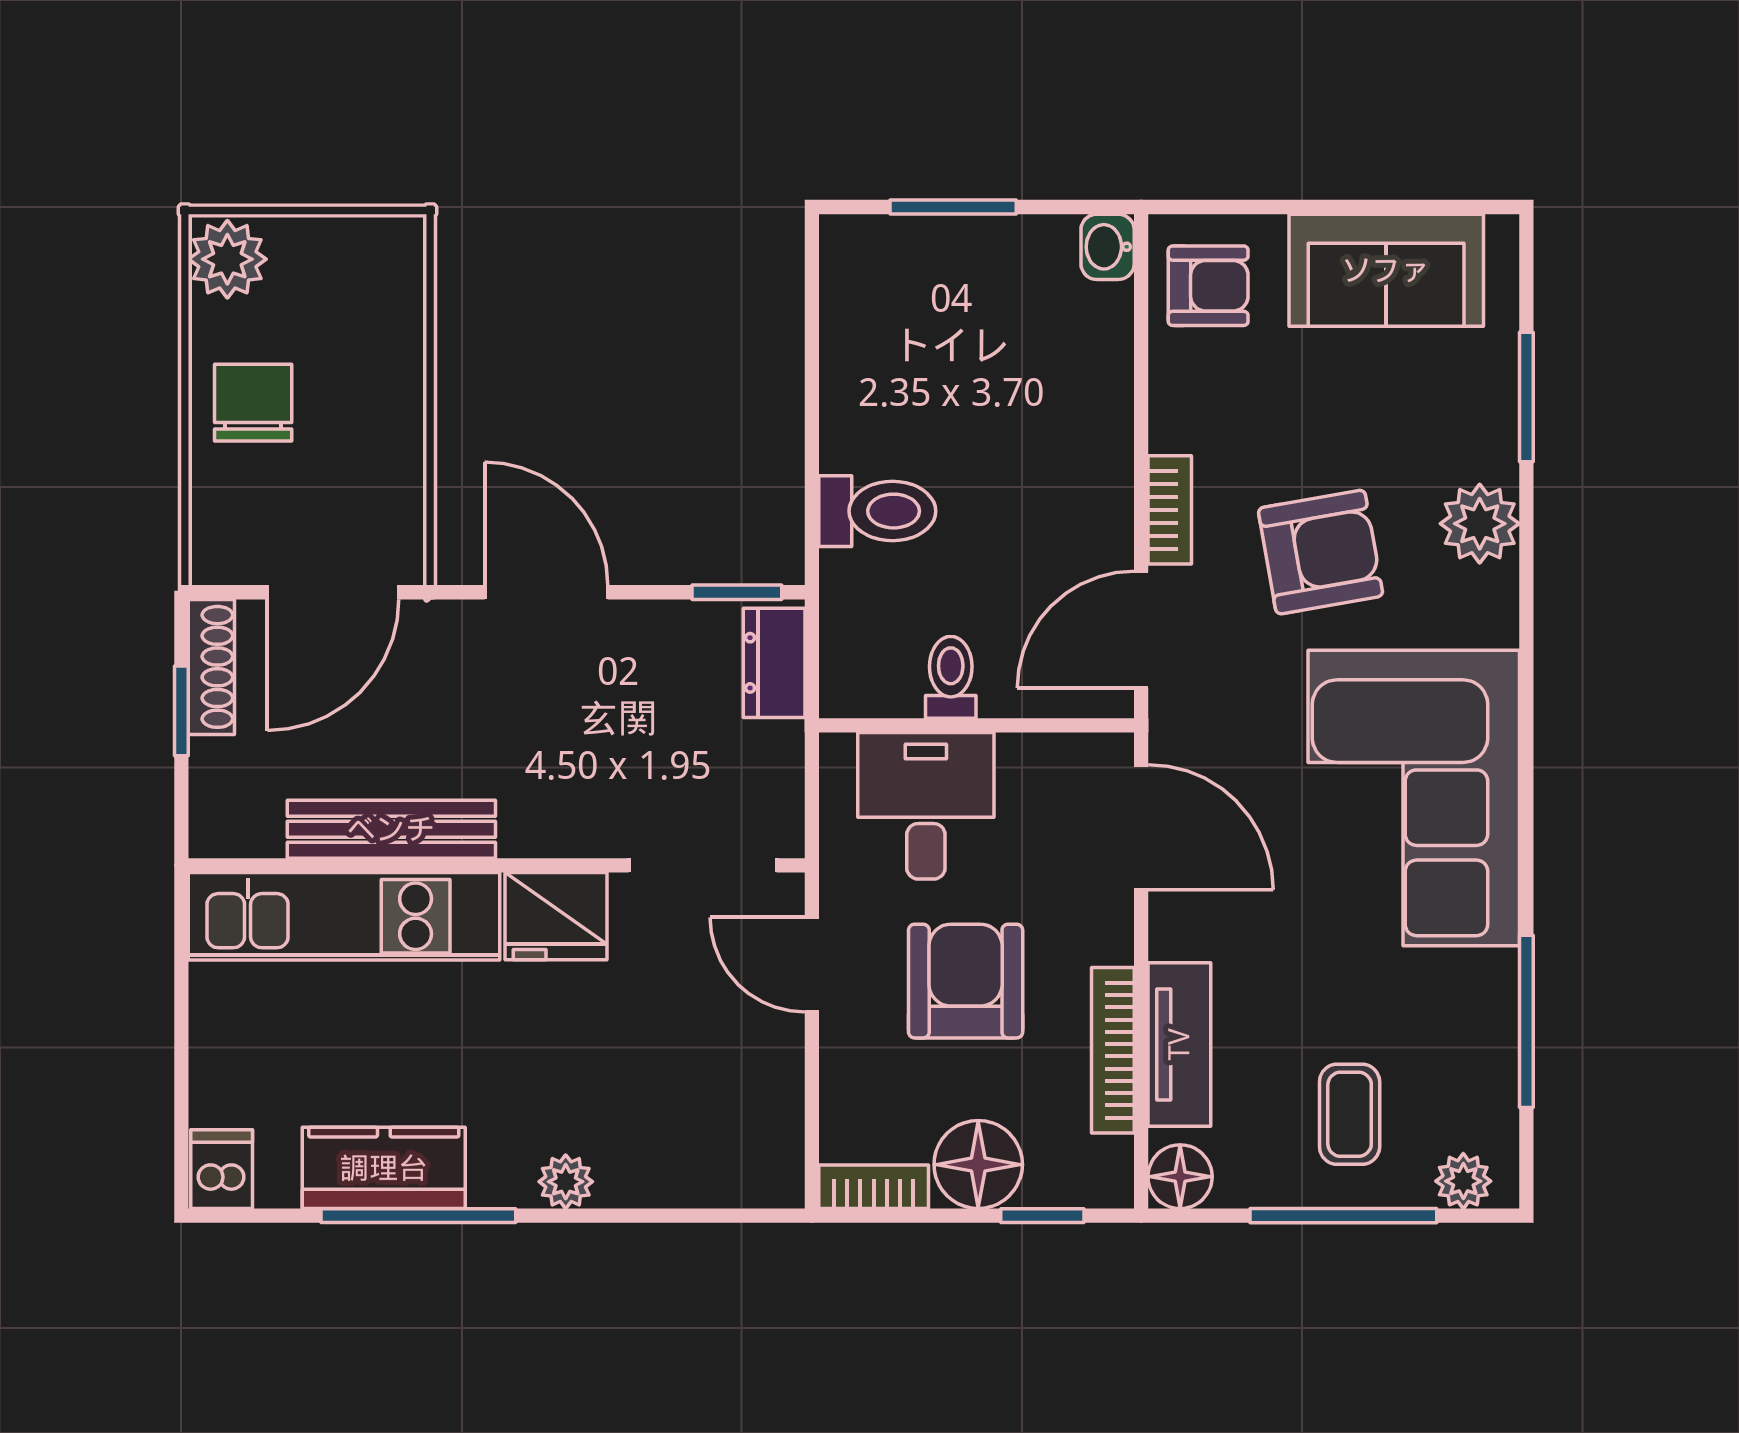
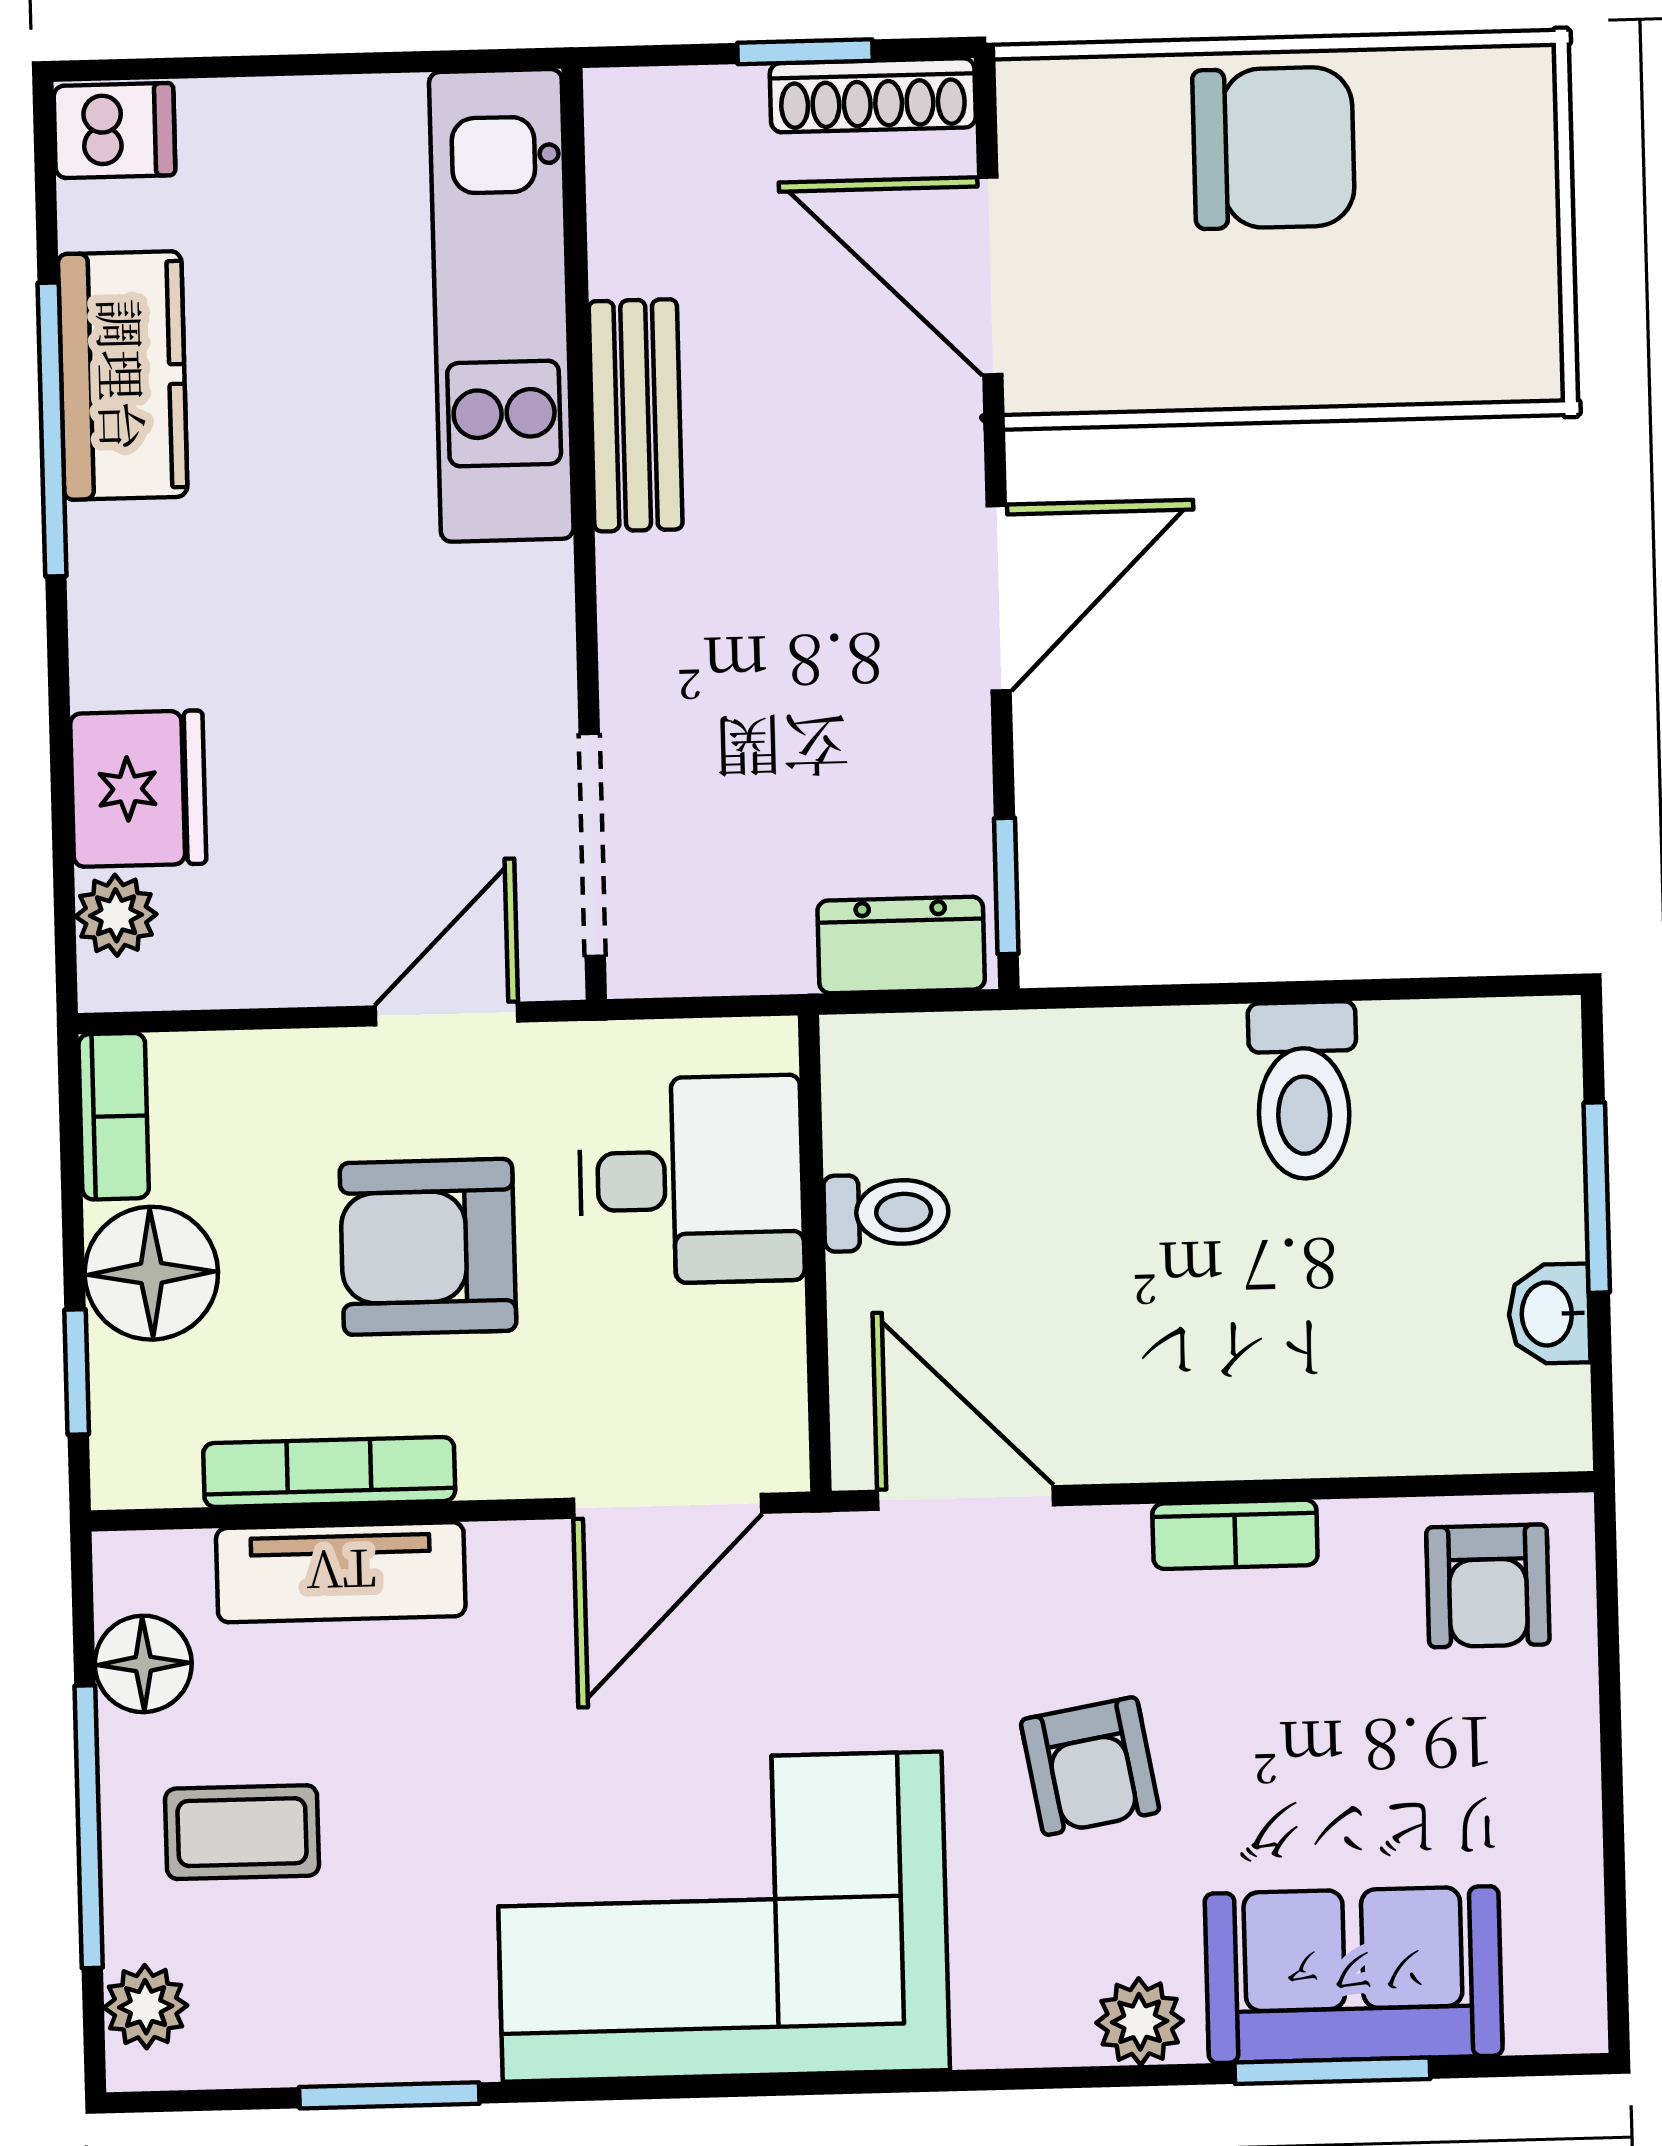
washbasin: (1108, 247) -> (1549, 1314), moved, turned -90
plant: (227, 259) -> (1489, 103), removed
sofa: (1386, 270) -> (1354, 1975), moved, turned 90
chair: (253, 403) -> (1274, 148), width x1.37, depth x1.37
bookcase: (1170, 510) -> (1235, 1534), moved
toilet: (877, 511) -> (1303, 1090), moved
plant: (1480, 524) -> (1140, 2022), width x0.73, depth x0.73
armchair: (1321, 552) -> (1090, 1766), width x0.72, depth x0.72
bench: (391, 829) -> (636, 415), width x0.73
fridge: (556, 916) -> (138, 789), moved, turned 180
armchair: (966, 981) -> (428, 1247), turned 180
window: (1526, 1021) -> (389, 2095), width x0.69
floor lamp: (1180, 1177) -> (143, 1664), moved
plant: (566, 1182) -> (116, 915), moved

